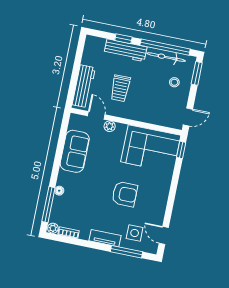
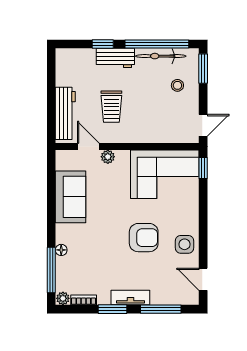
workbench: (125, 50) -> (115, 58), width x0.73
side table: (135, 233) -> (184, 244), moved
window: (89, 244) -> (112, 309), added

